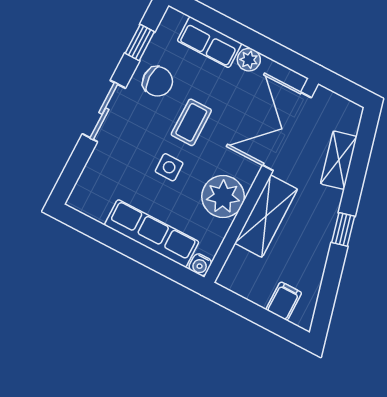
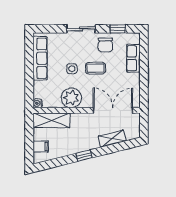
plant: (249, 60) -> (135, 79), removed
shelving: (266, 216) -> (51, 120), moved
row of seats: (152, 233) -> (40, 58), moved

